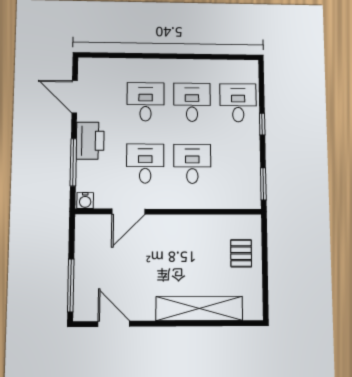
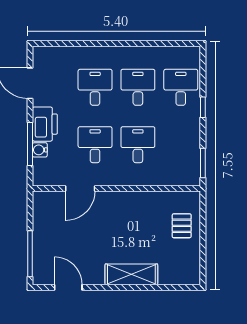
water cooler: (85, 201) -> (40, 150), moved, turned 90
shelving: (199, 309) -> (131, 274), width x0.68

